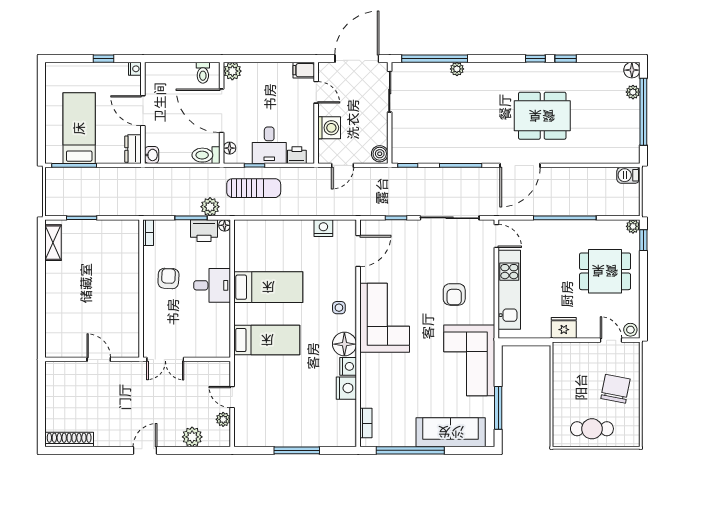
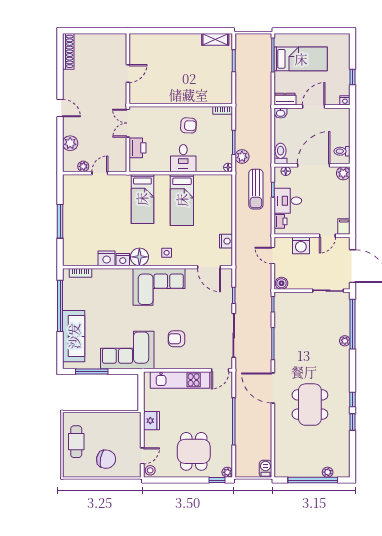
floor lamp: (632, 70) -> (344, 471), removed
printer: (204, 231) -> (138, 148), moved, turned 180

